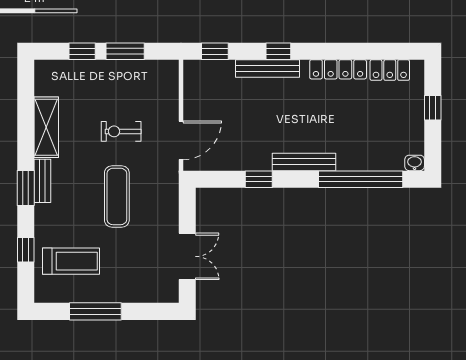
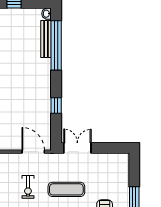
bench: (304, 162) -> (46, 39), moved
double door: (187, 256) -> (77, 148), moved

